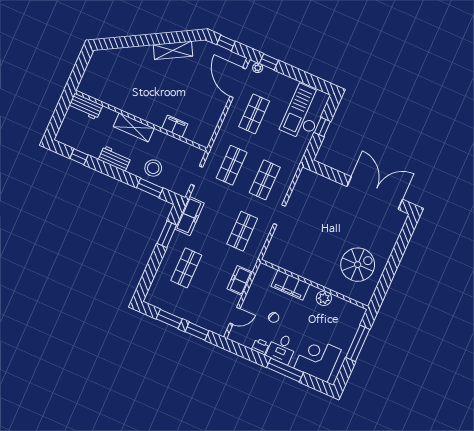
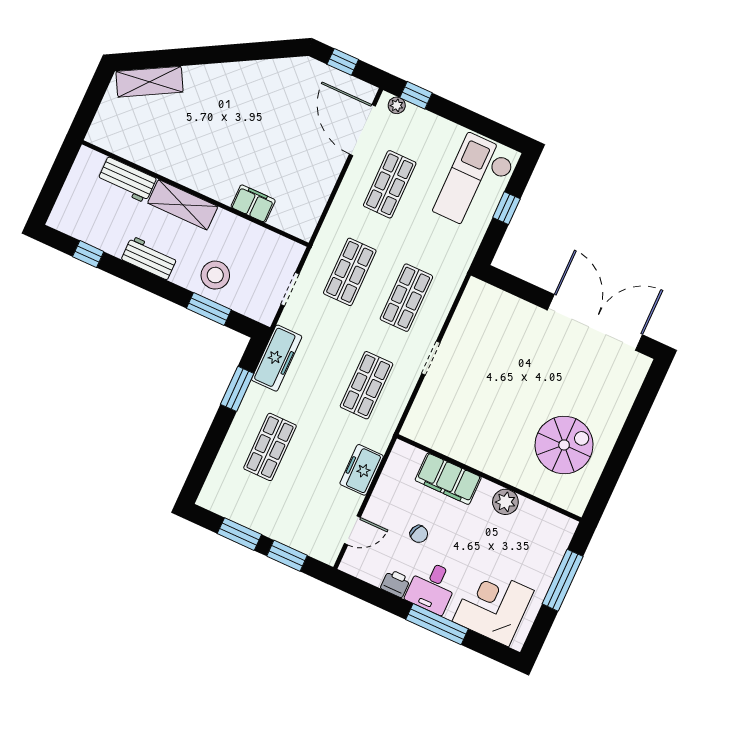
shelving: (173, 50) -> (150, 82), moved
workbench: (85, 106) -> (127, 180), moved

